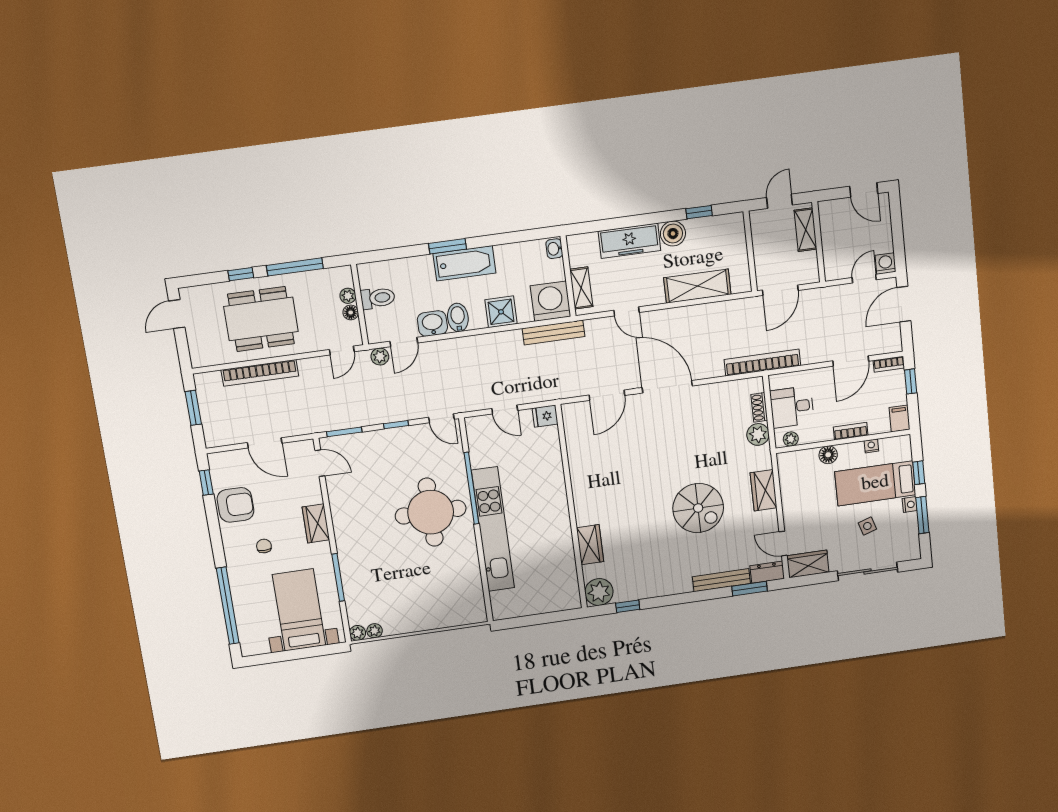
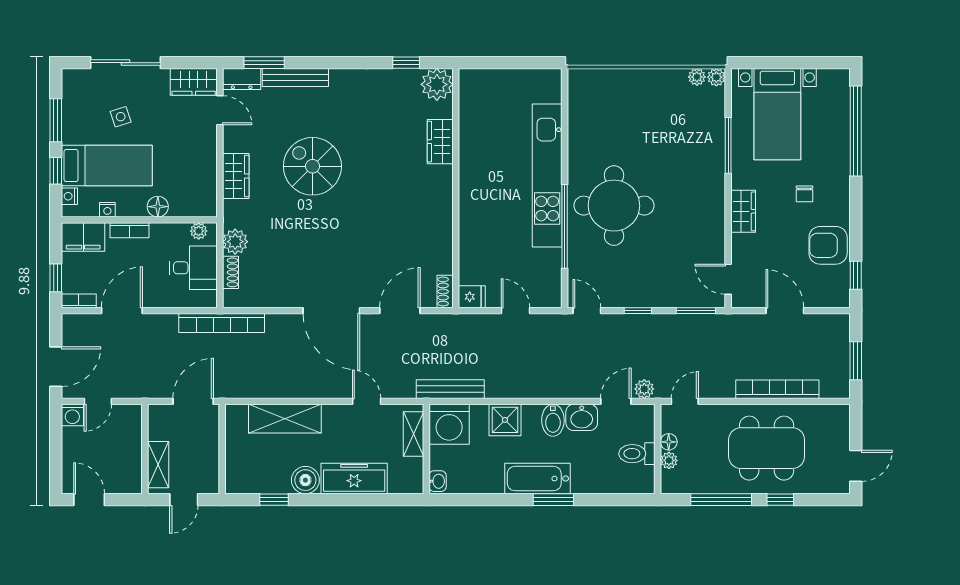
shoe rack: (569, 417) -> (445, 291), added
filing cabinet: (900, 418) -> (83, 237), width x2.00
nightstand: (910, 505) -> (69, 196), moved

